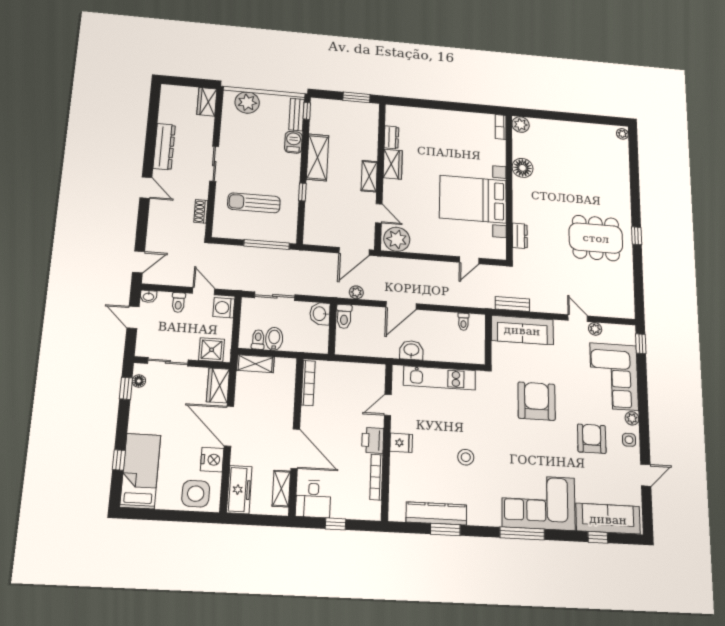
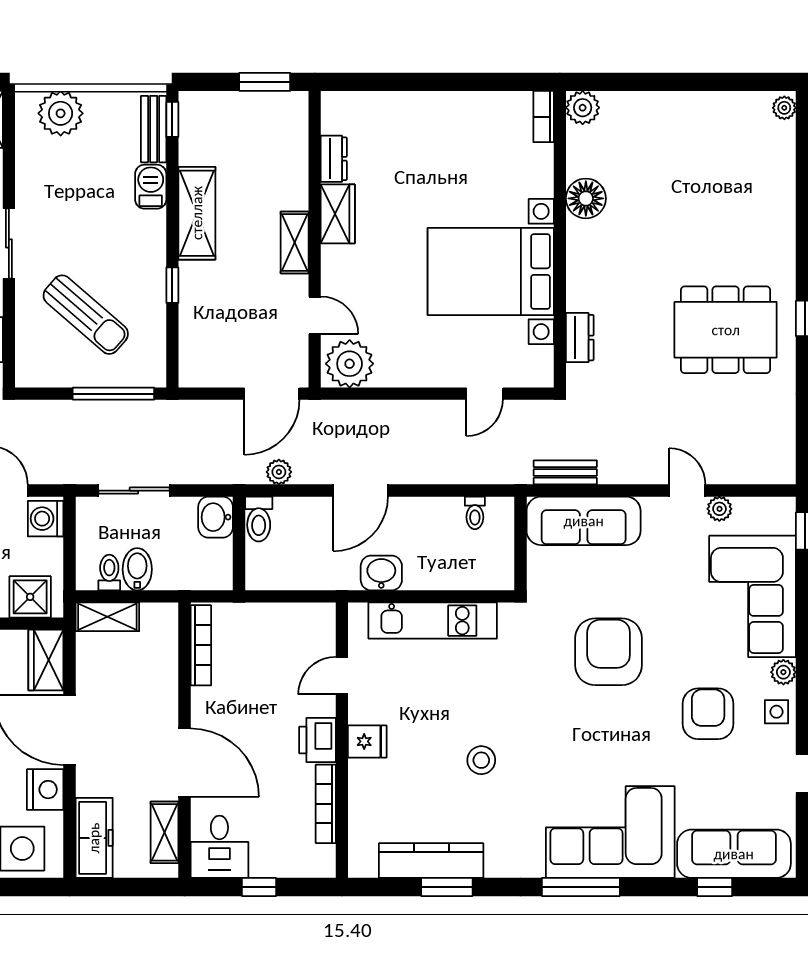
sun lounger: (254, 203) -> (86, 315), turned -139

